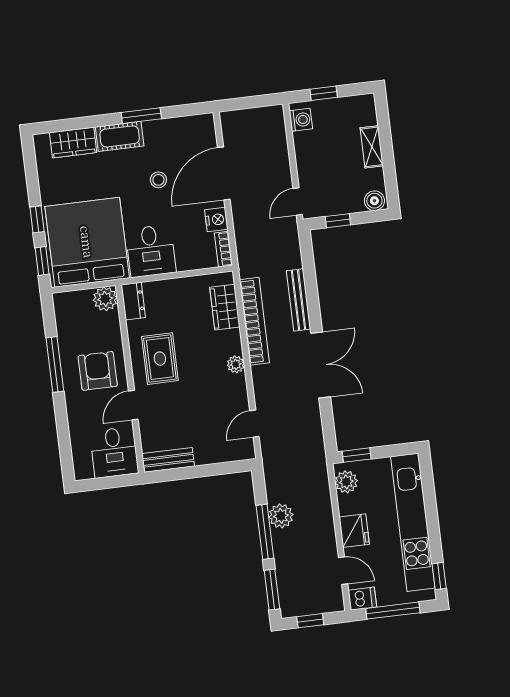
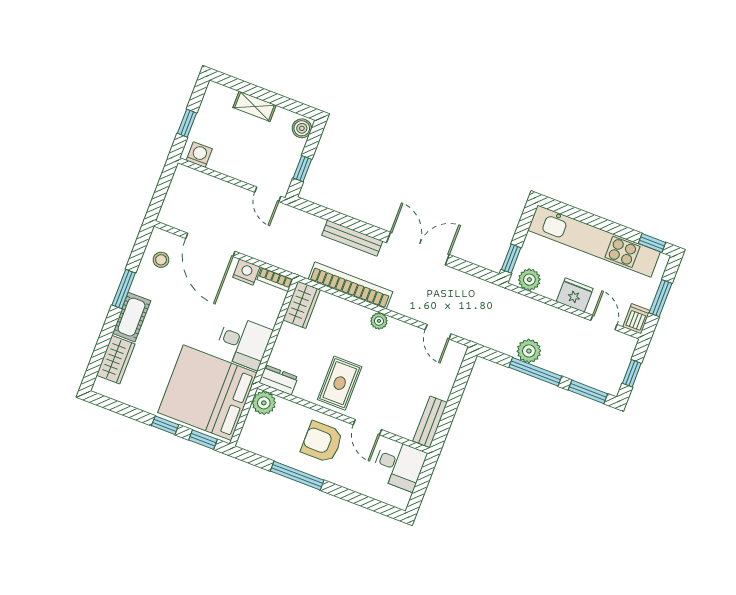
stool: (158, 180) -> (161, 260), moved
wardrobe: (225, 307) -> (302, 305), moved, turned -90
rug: (160, 359) -> (340, 383), turned 90
door: (343, 571) -> (604, 323), hinge flipped
window: (393, 611) -> (661, 298), width x0.69

